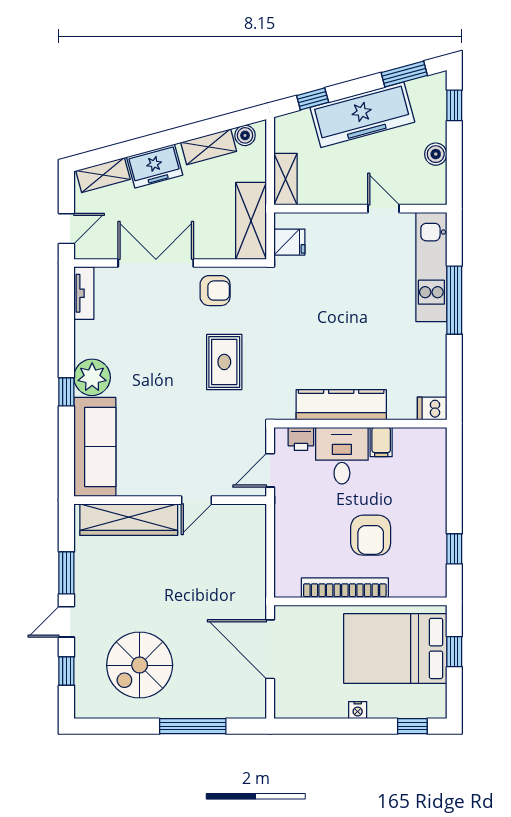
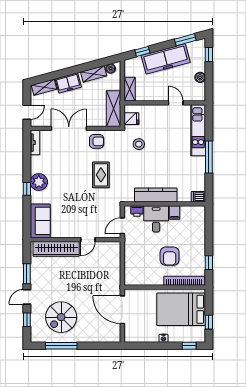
stool: (305, 296) -> (139, 144), added
window: (454, 300) -> (209, 157), moved
sofa: (95, 447) -> (40, 221), width x0.73
bookcase: (345, 588) -> (184, 281), moved
window: (454, 652) -> (209, 322), moved
window: (193, 726) -> (61, 346), moved

